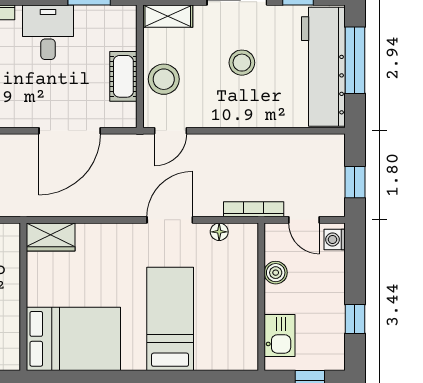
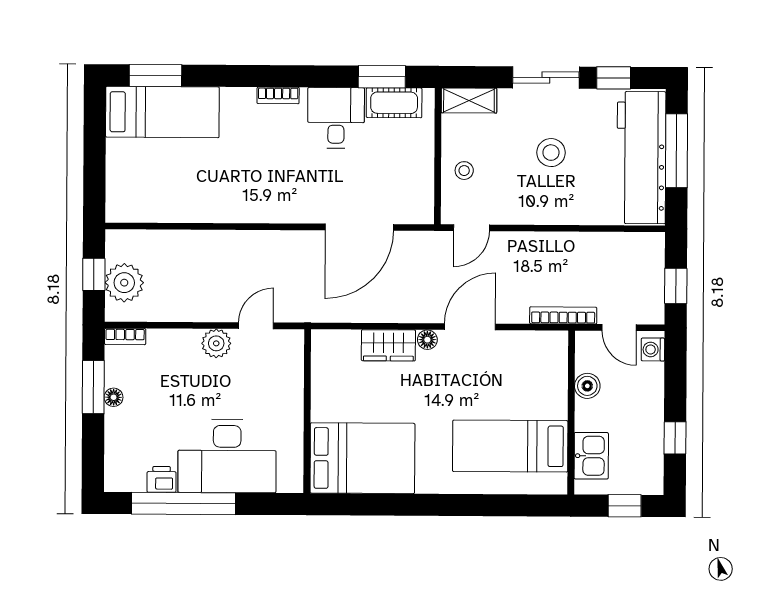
cot: (123, 76) -> (394, 103), moved, turned 90
stool: (164, 79) -> (464, 171), width x0.53, depth x0.53
floor lamp: (219, 232) -> (427, 340), moved
wardrobe: (51, 237) -> (388, 345), moved
bed: (170, 319) -> (510, 446), moved, turned -90

